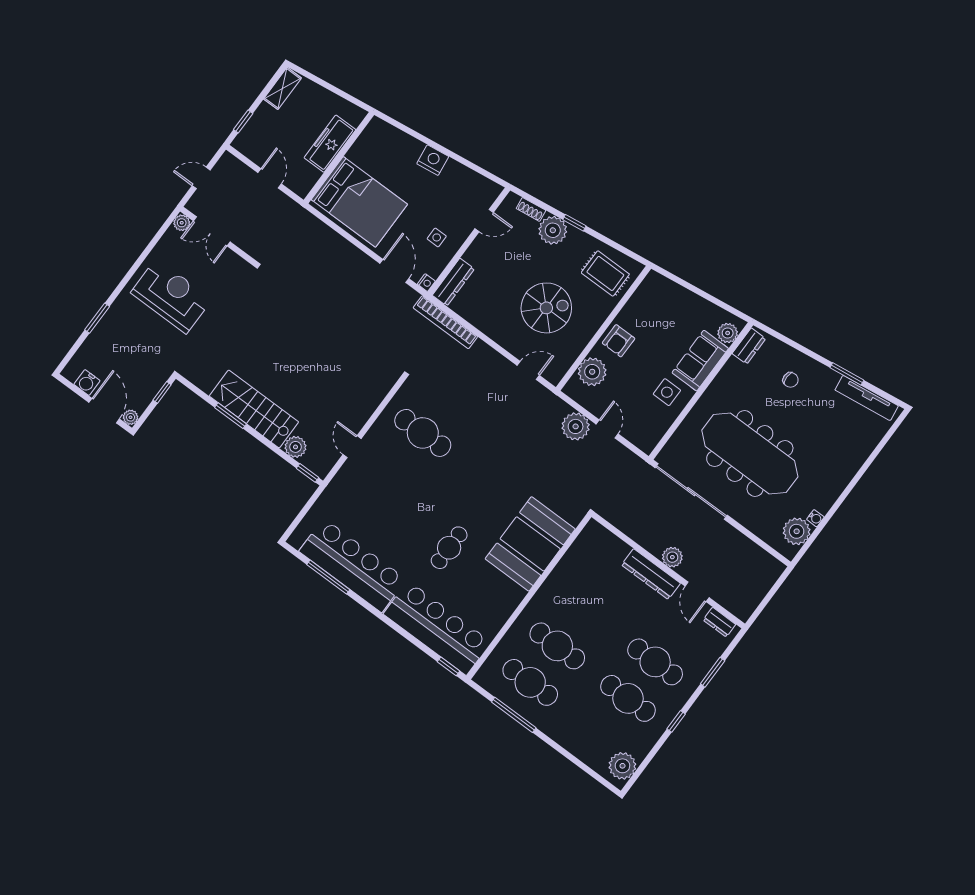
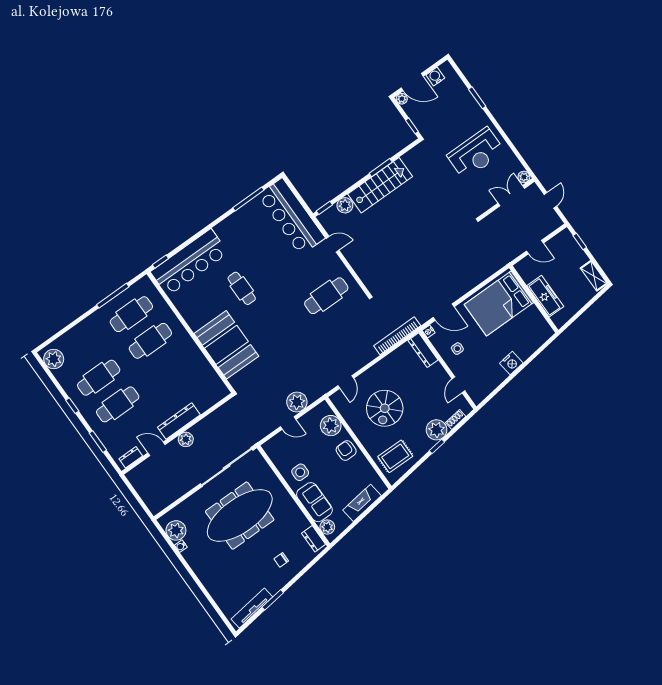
fireplace: (681, 298) -> (362, 503), added
bar counter: (353, 565) -> (292, 217), moved, turned 90

